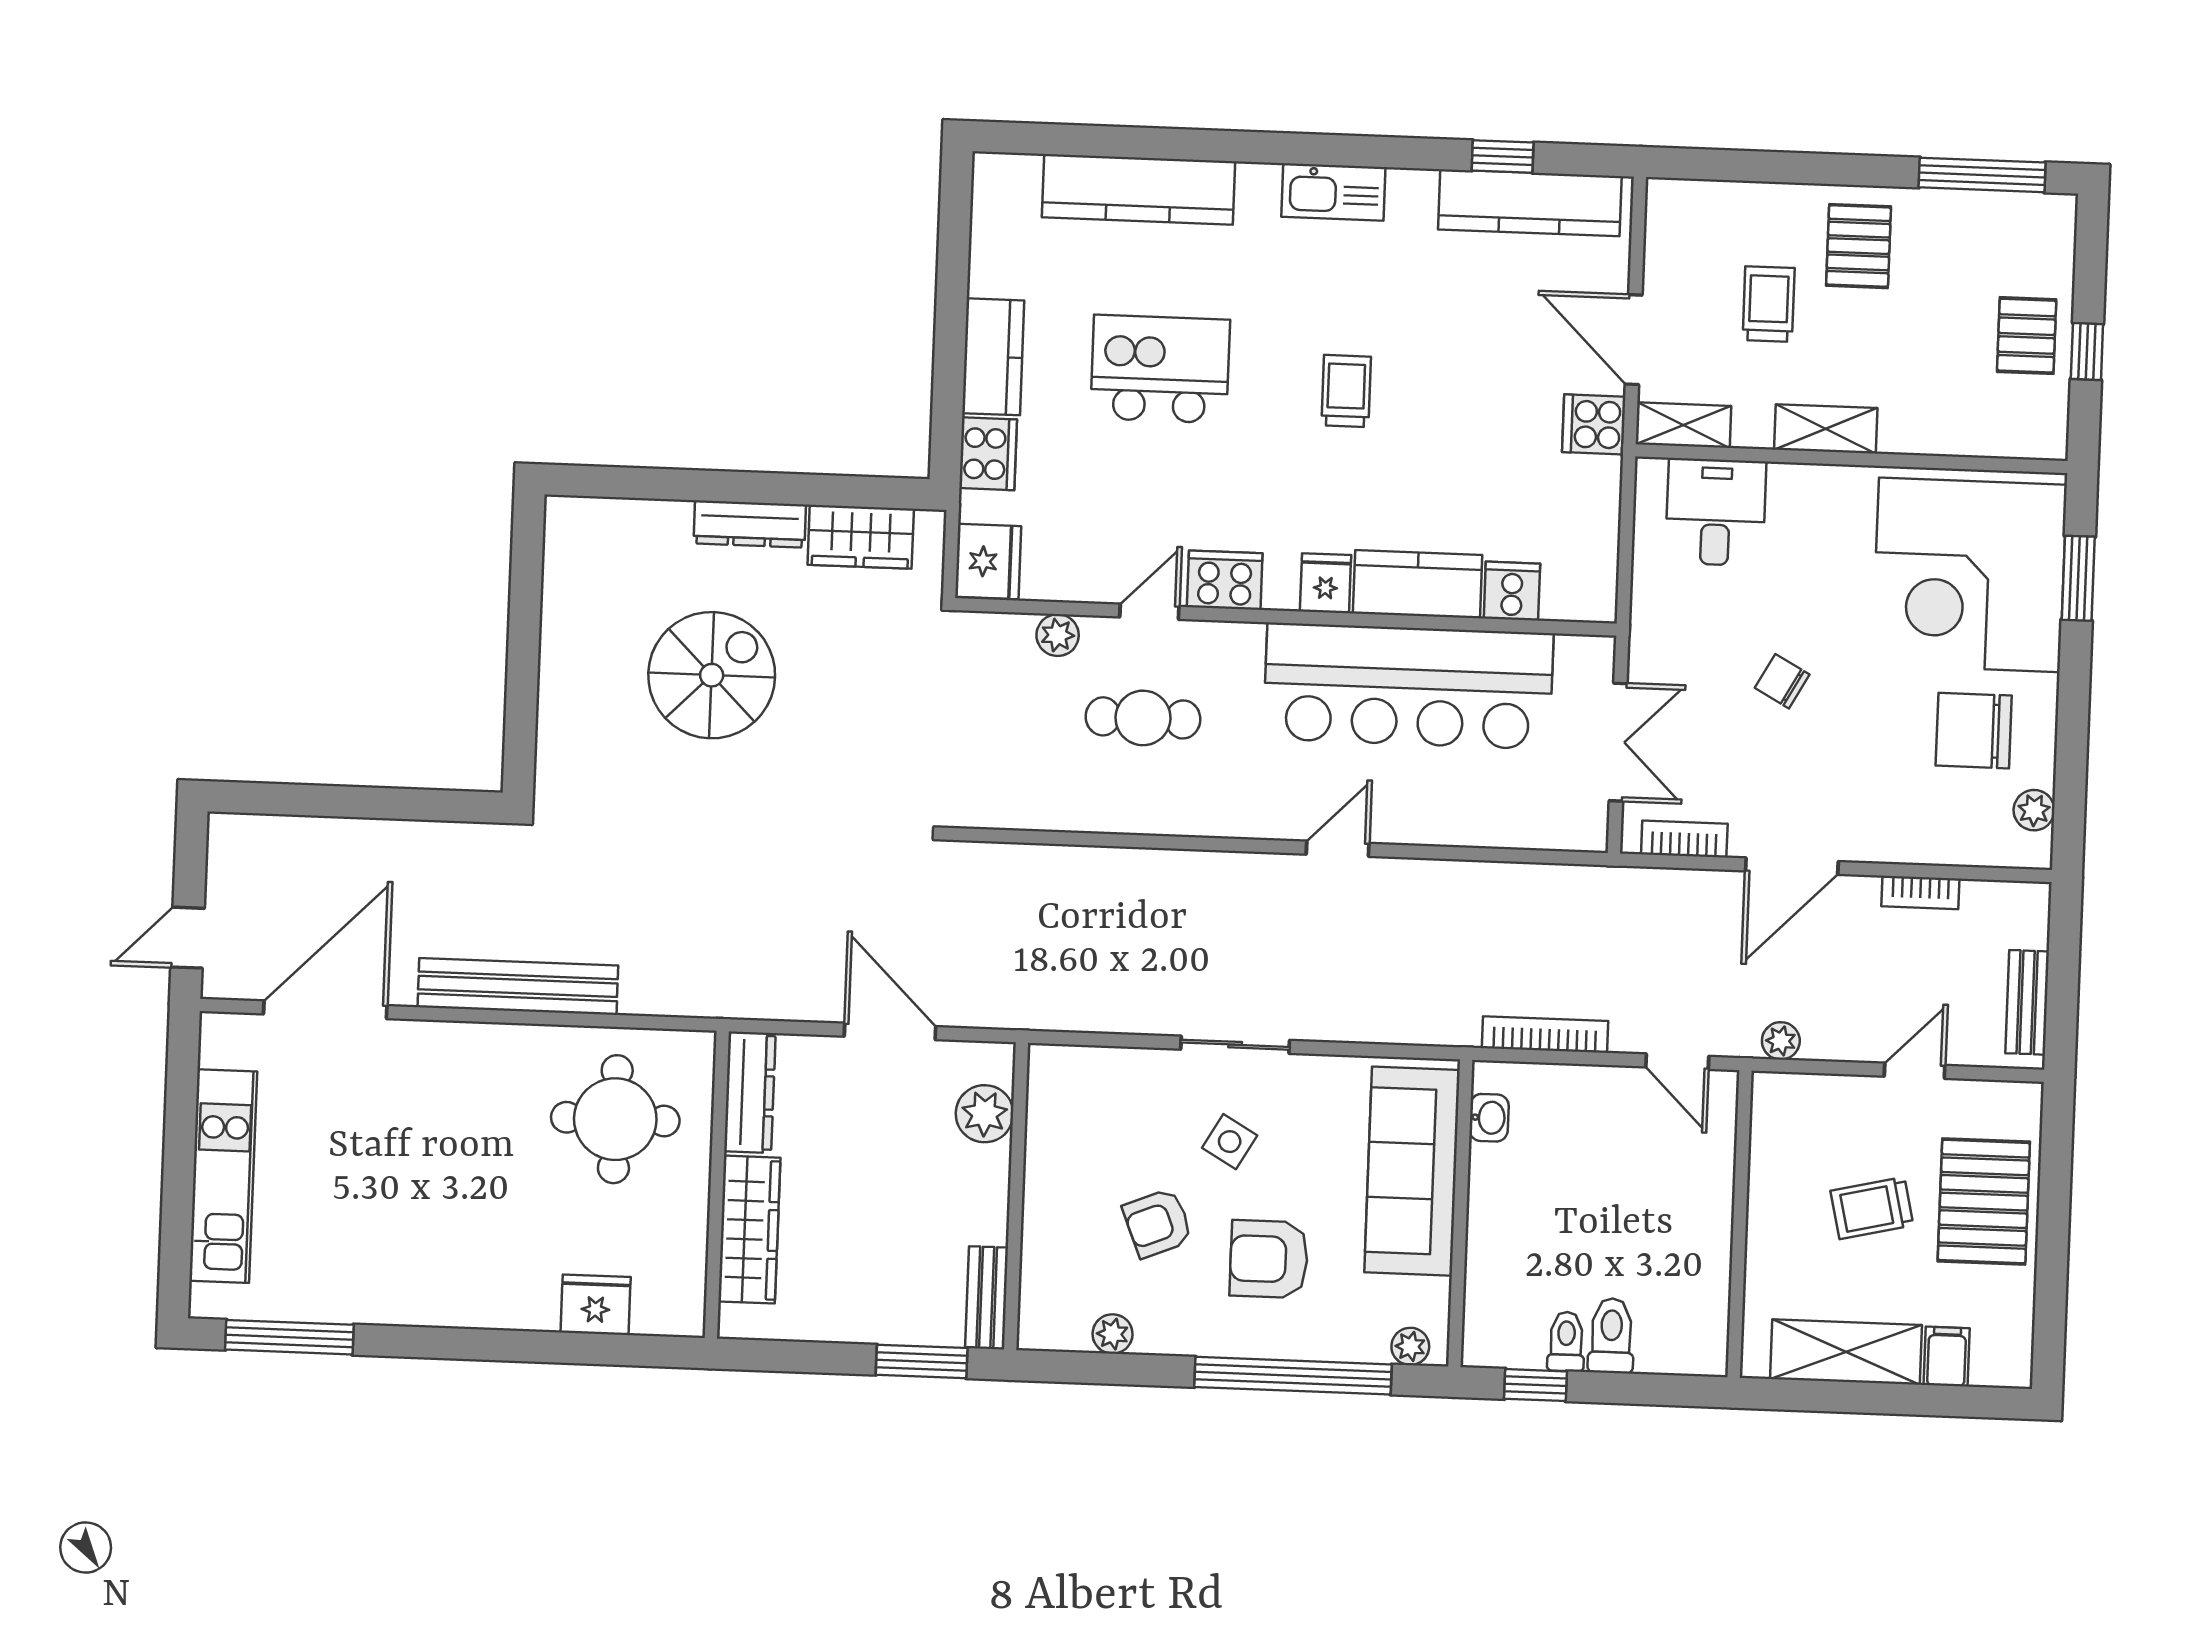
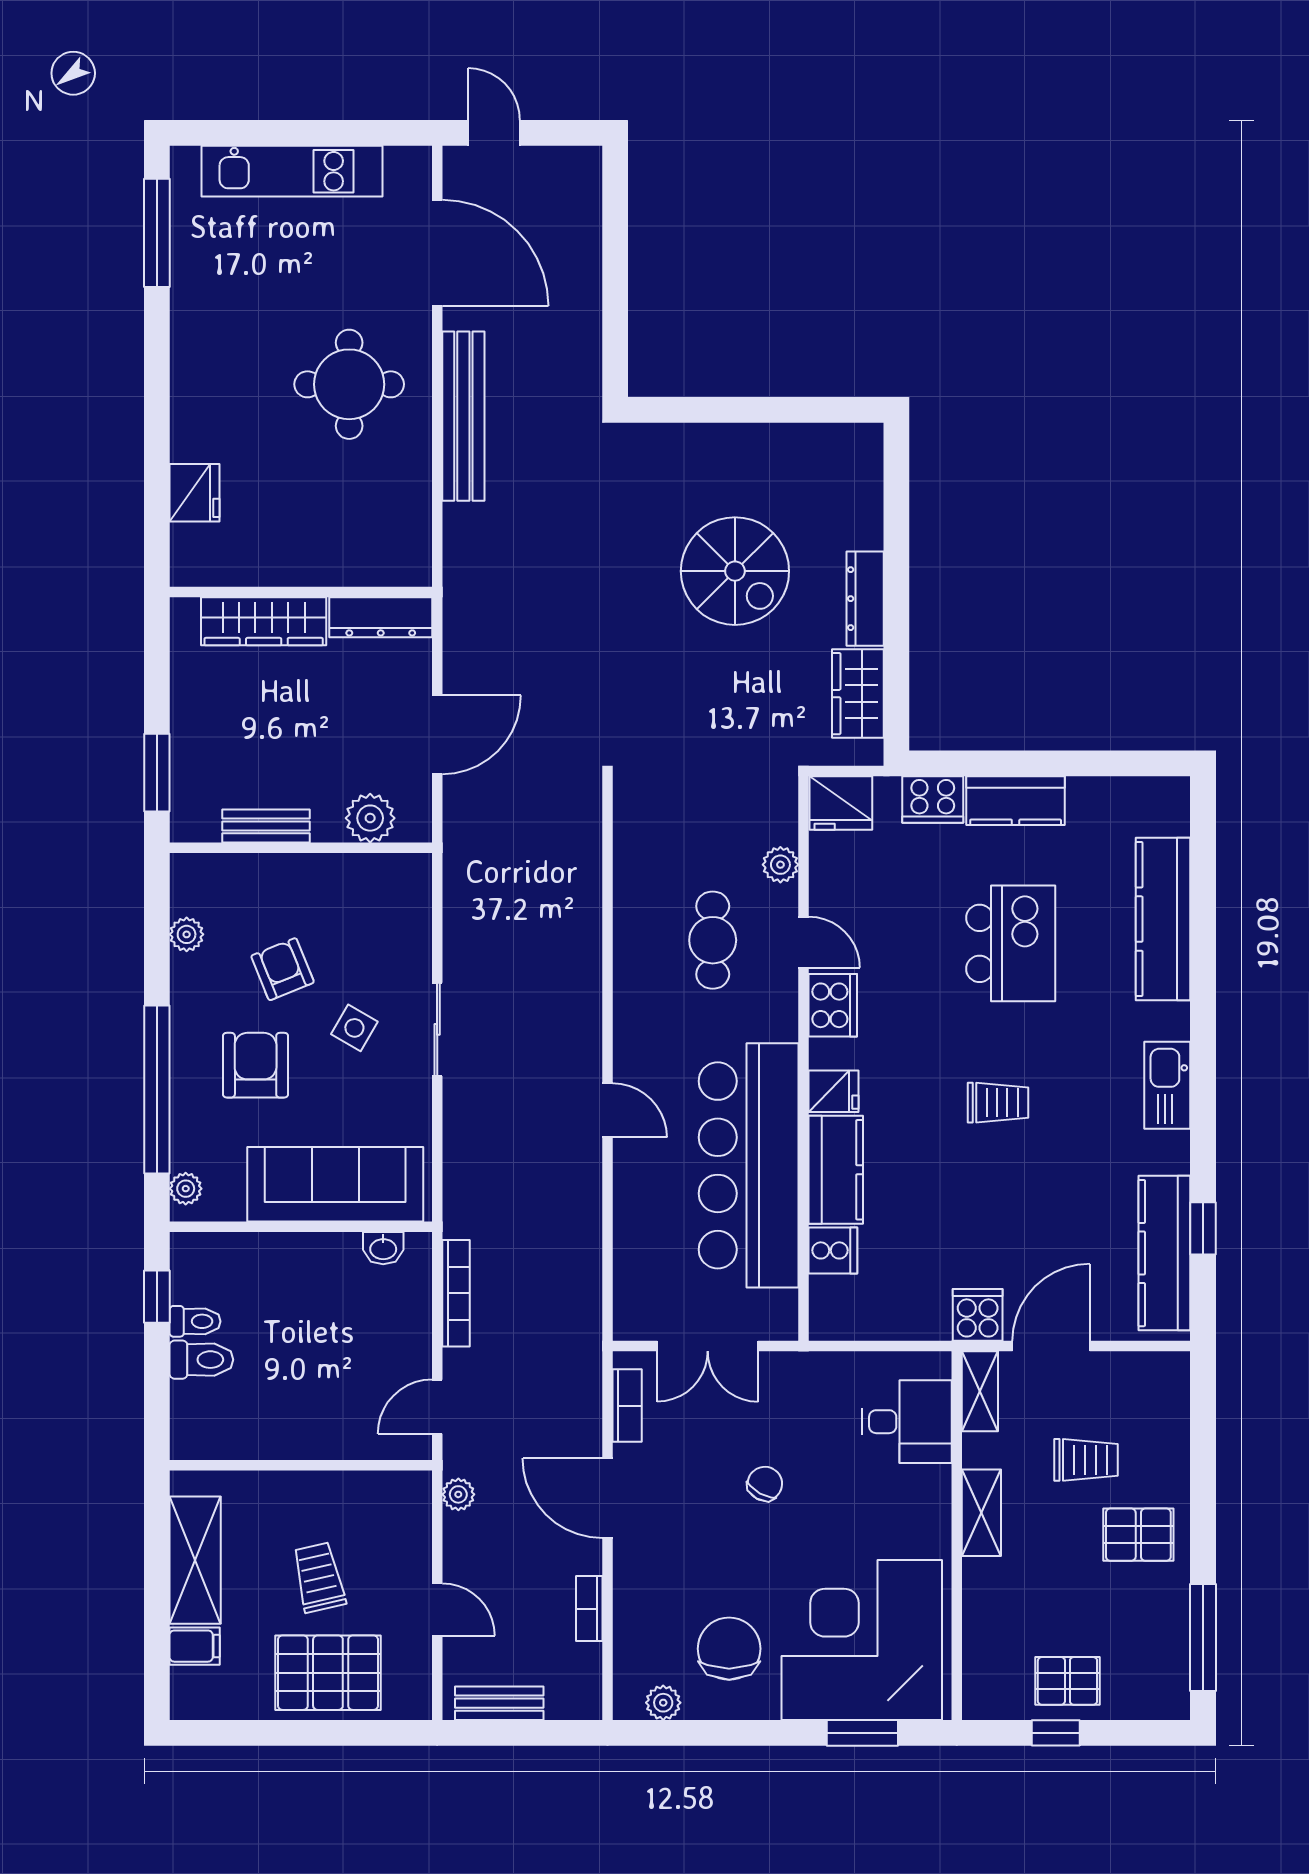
round table: (615, 1119) -> (349, 384), moved
bench: (987, 1298) -> (266, 826), moved

